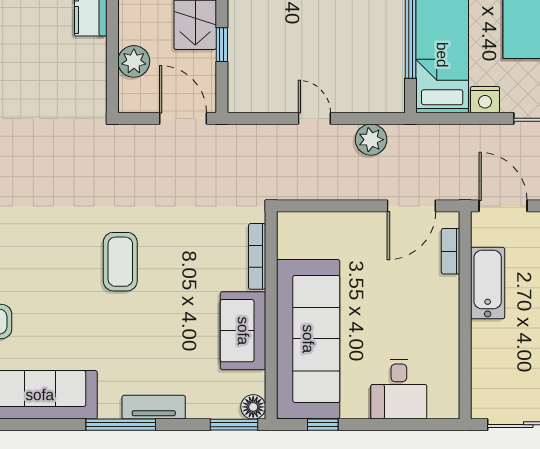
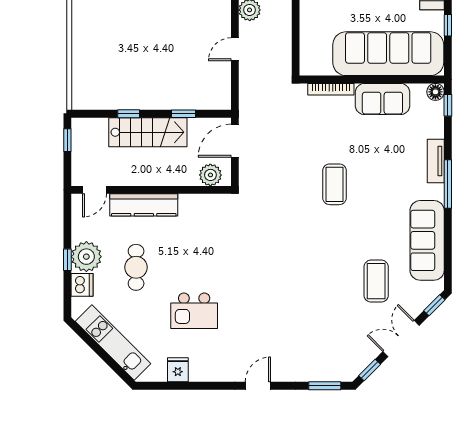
plant: (134, 61) -> (210, 175), moved
coffee table: (120, 262) -> (334, 184), turned 90
window: (234, 425) -> (448, 105), width x0.67
window: (323, 425) -> (448, 25), moved

